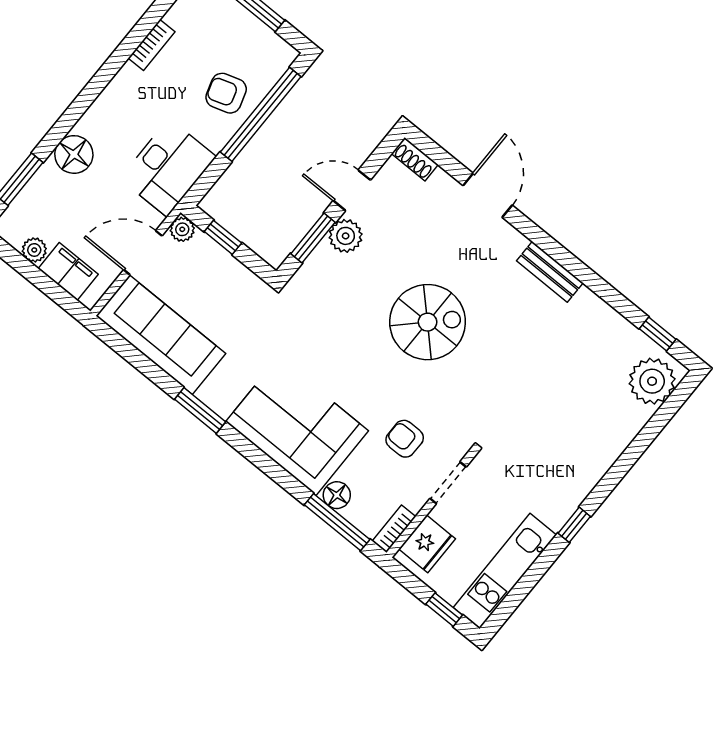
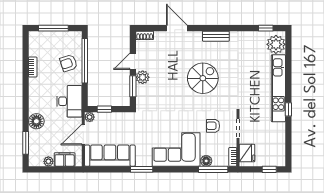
spiral stairs: (428, 322) -> (203, 78), moved
kitchen unit: (505, 571) -> (278, 88), moved, width x1.36

